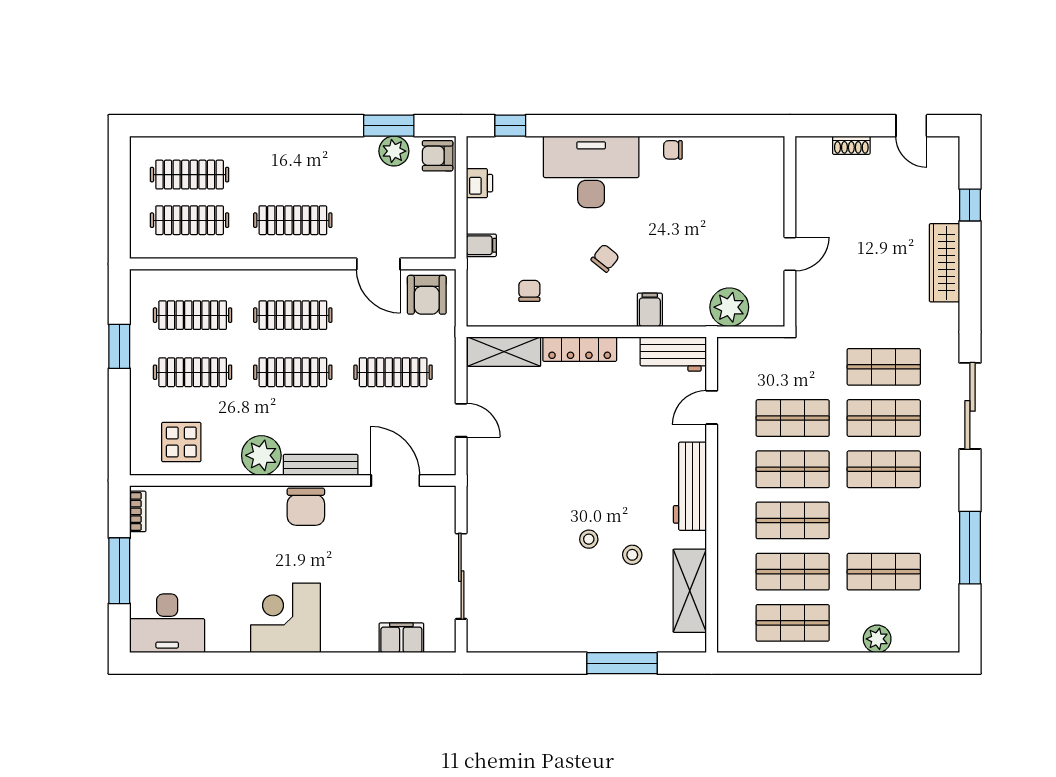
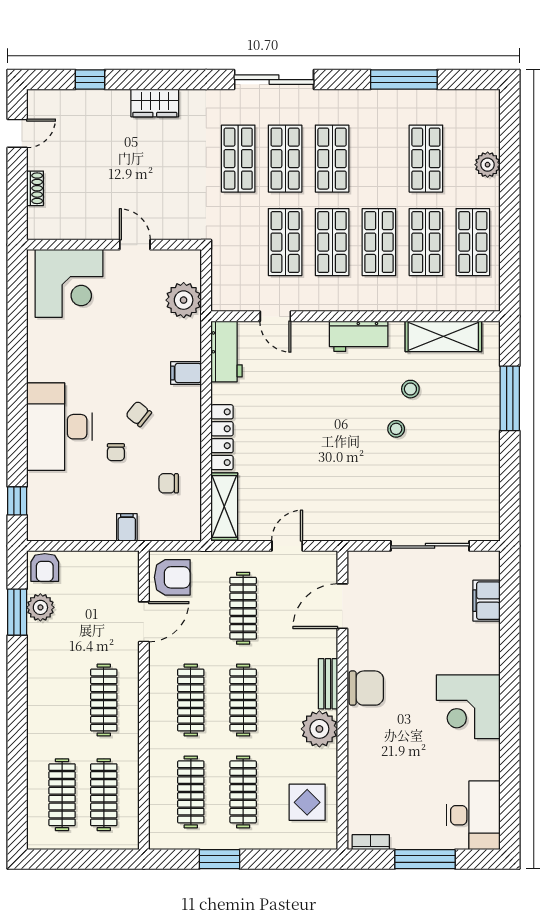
chair: (673, 150) -> (116, 452), moved
corner desk: (748, 182) -> (69, 283), added
printer: (480, 183) -> (70, 529), removed
wardrobe: (944, 263) -> (155, 103), width x0.67
bench: (321, 465) -> (328, 684), width x0.73
workbench: (690, 486) -> (359, 336), width x0.73

